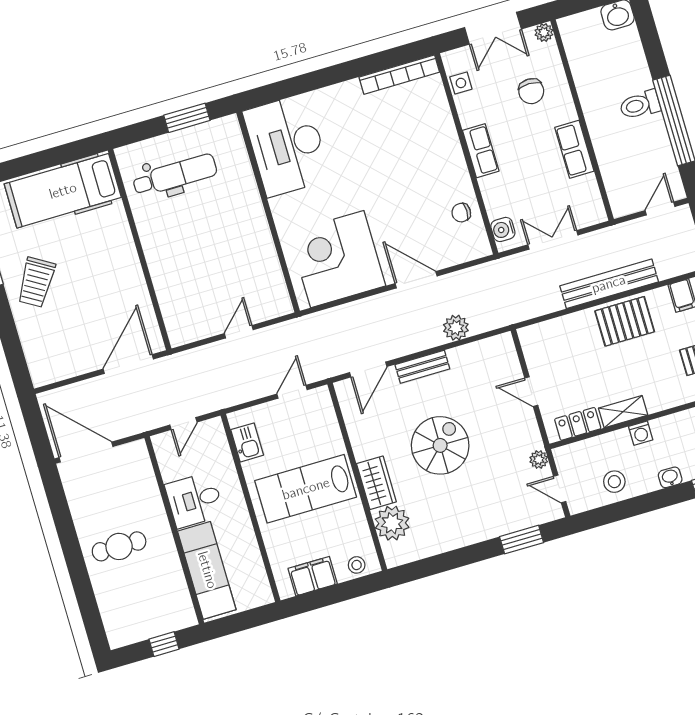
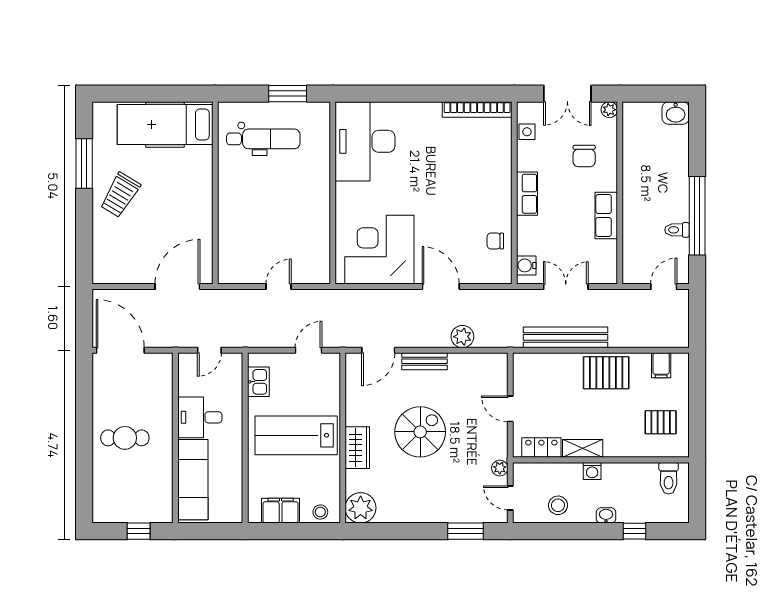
toilet: (640, 105) -> (677, 230), moved, width x0.73, depth x0.72
bench: (609, 284) -> (565, 337), moved
plant: (392, 523) -> (361, 508), moved

